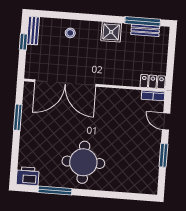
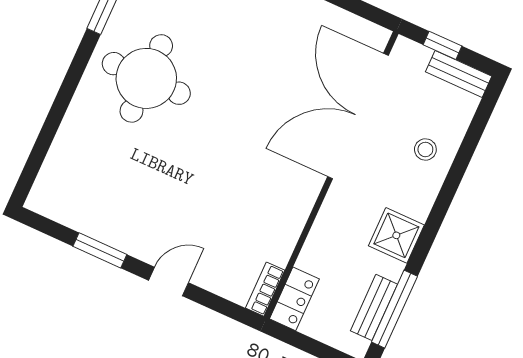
locker: (153, 82) -> (294, 299), moved
double door: (65, 83) -> (358, 116), moved
wall: (94, 85) -> (331, 175), moved
bookcase: (153, 96) -> (265, 289), moved

